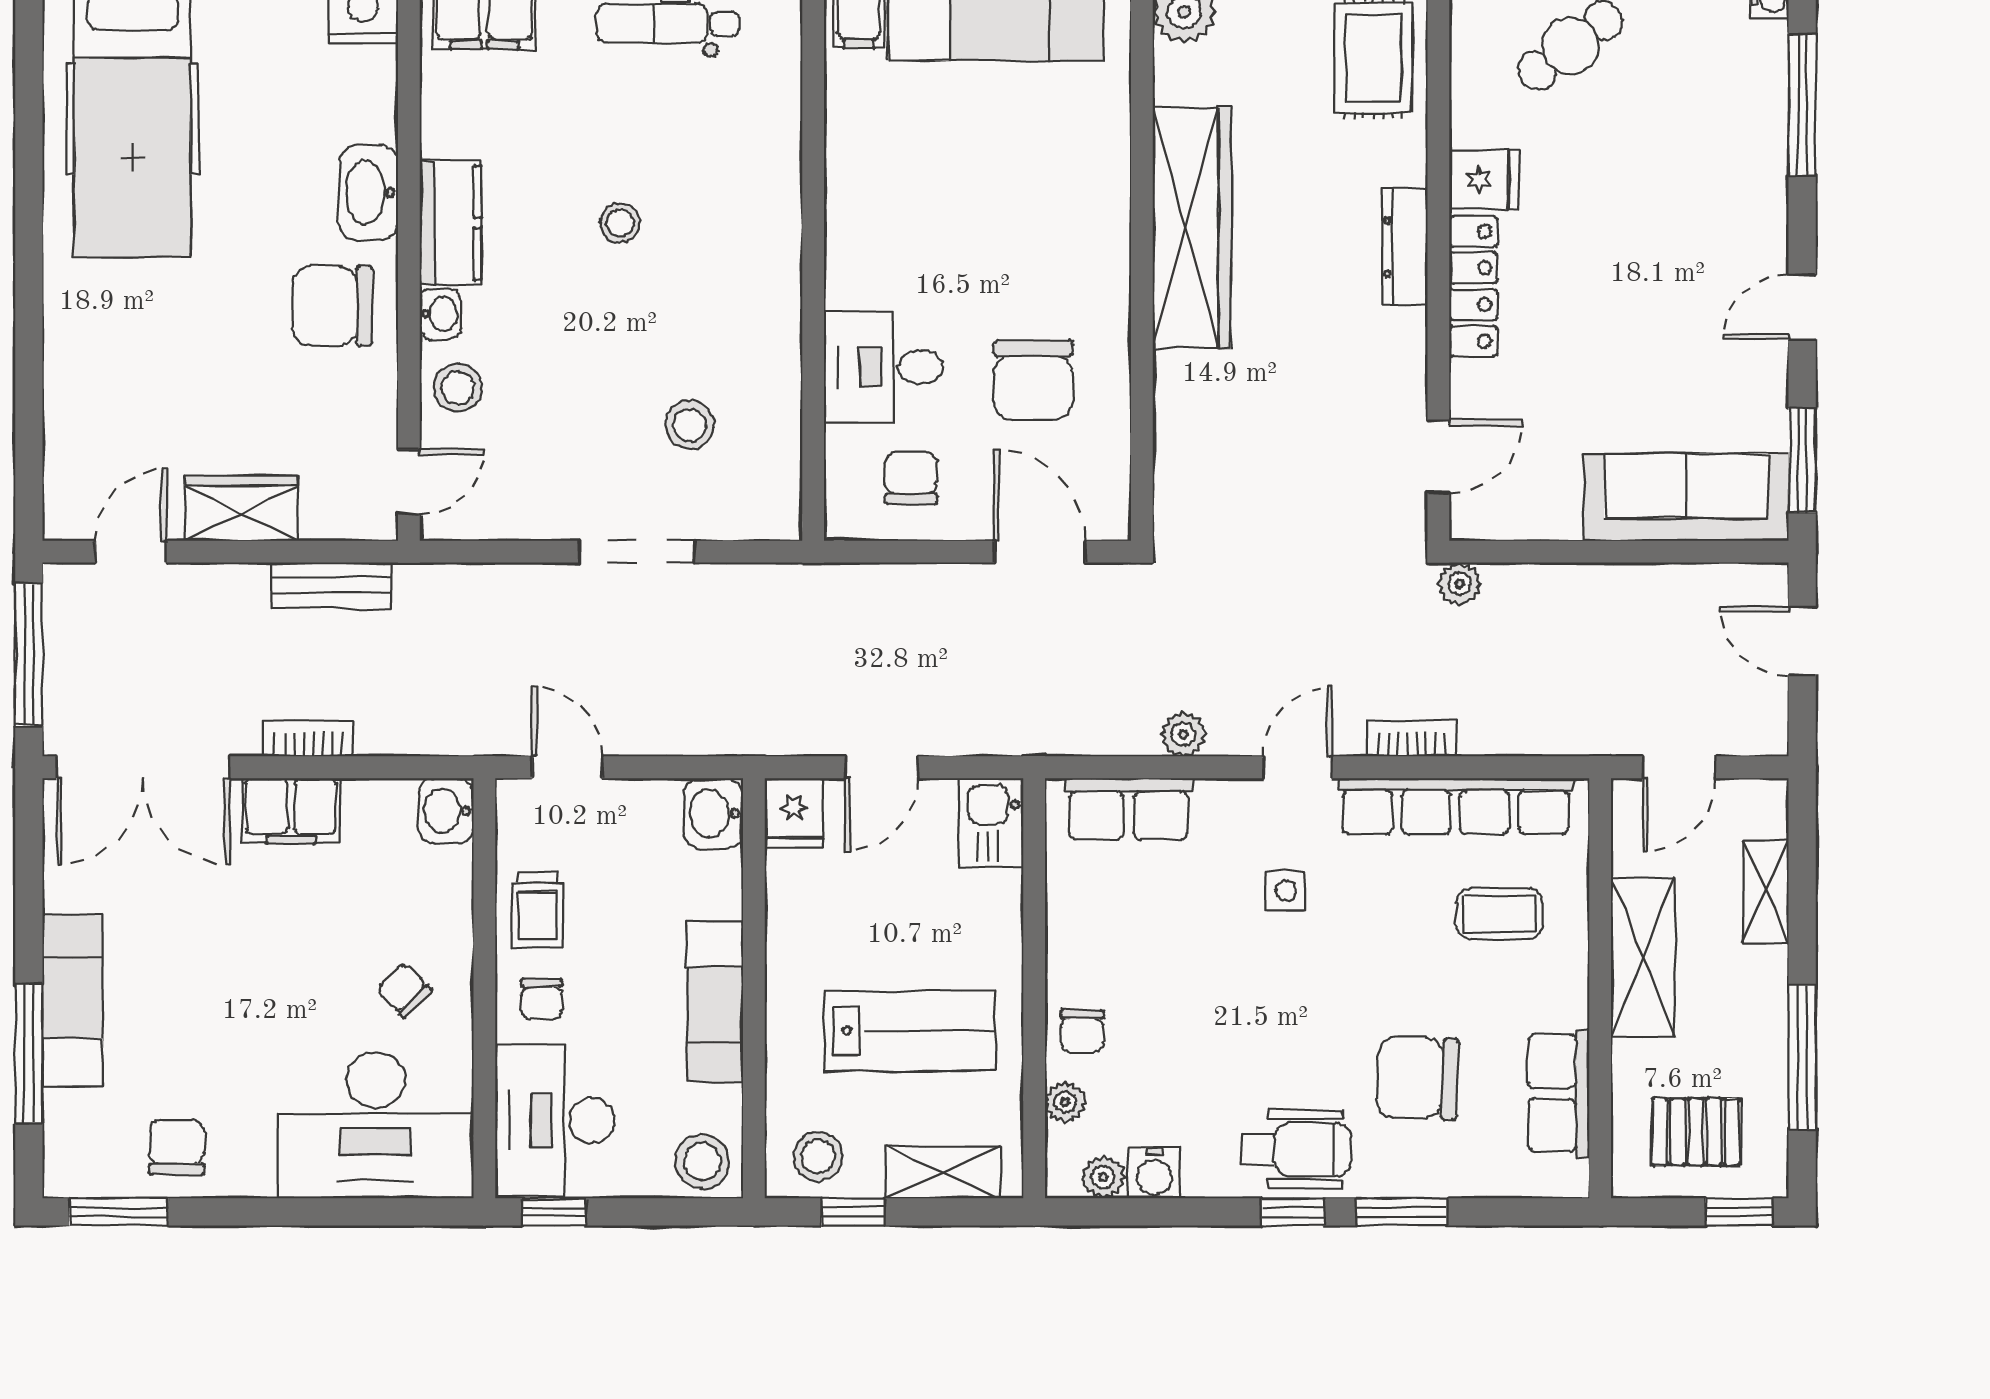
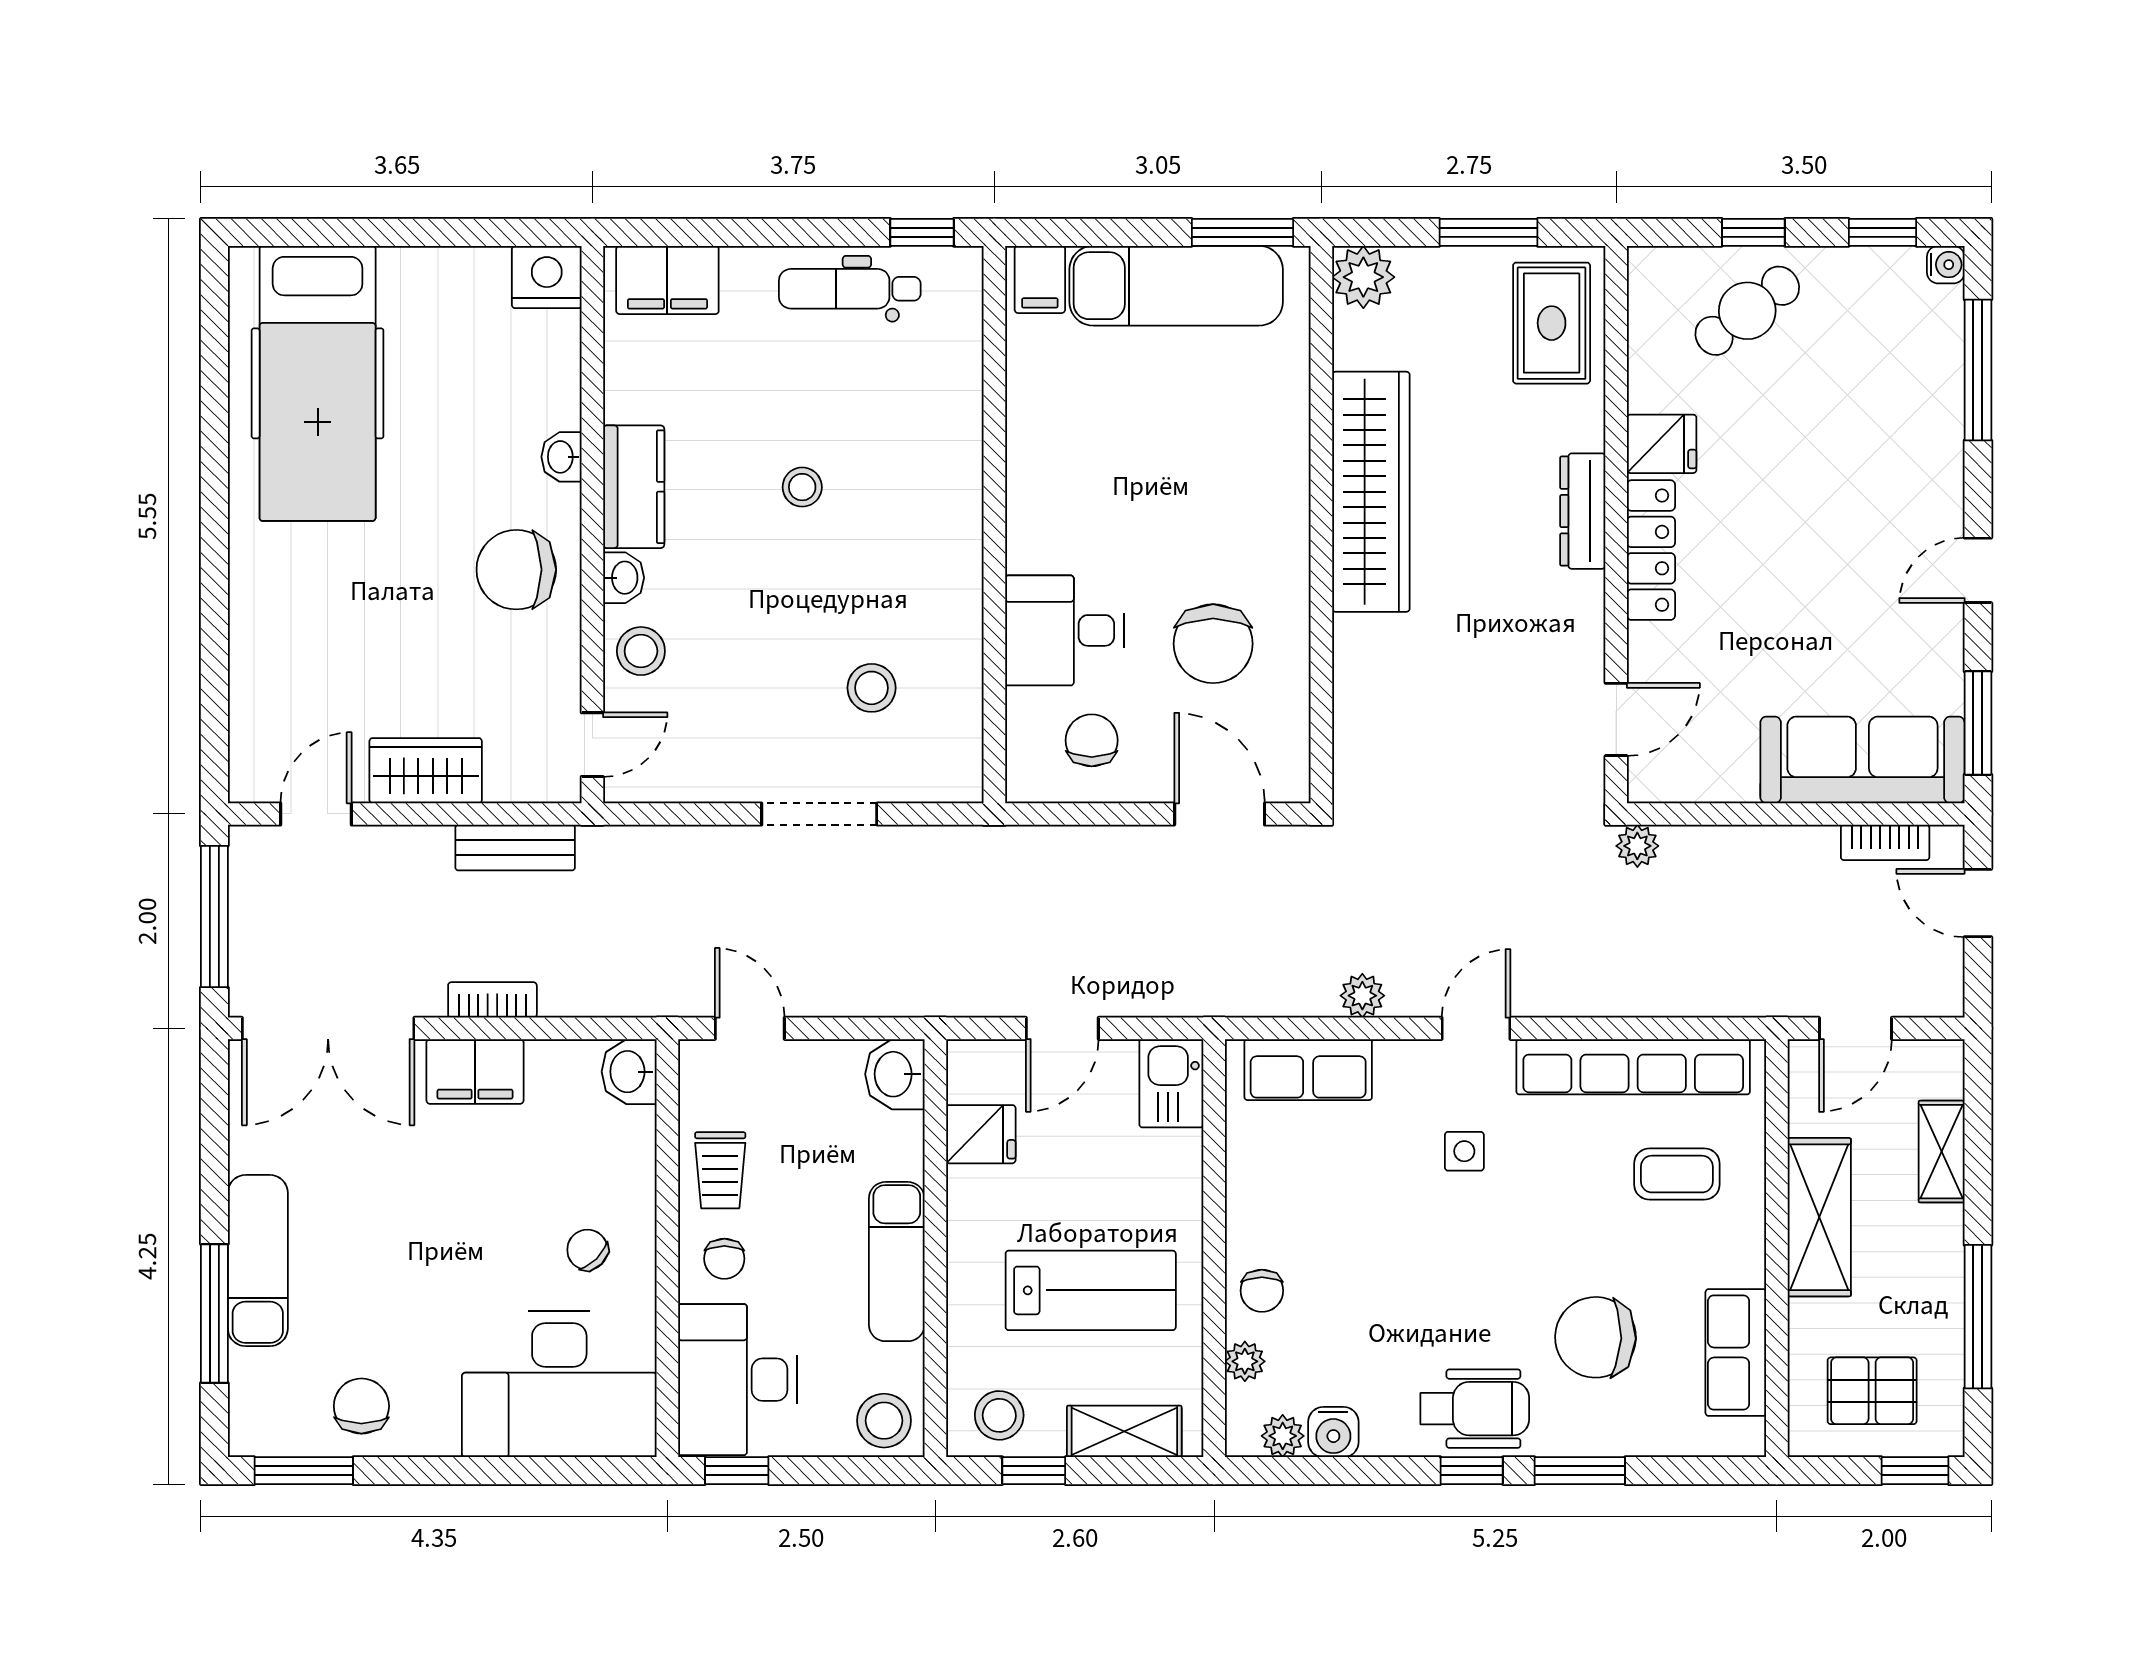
washbasin: (369, 193) -> (561, 457), width x0.52, depth x0.69
bookcase: (1412, 739) -> (1885, 842), moved, turned 180
fridge: (794, 813) -> (981, 1134), moved, turned -90

